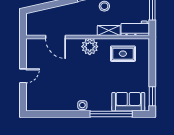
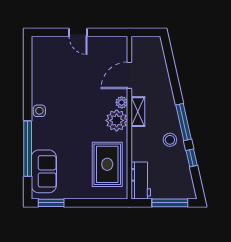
shelving: (109, 30) -> (138, 112), moved
plant: (76, 43) -> (122, 102), added
rug: (123, 54) -> (107, 164), width x1.36, depth x1.43

